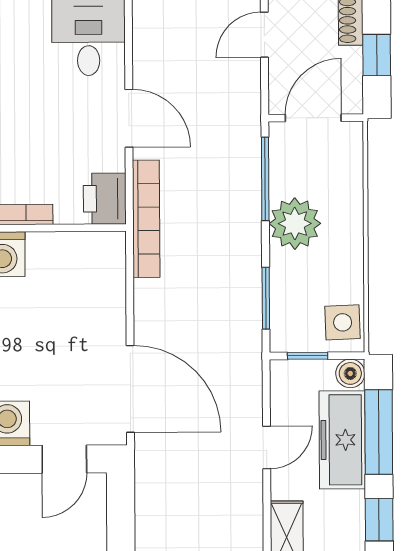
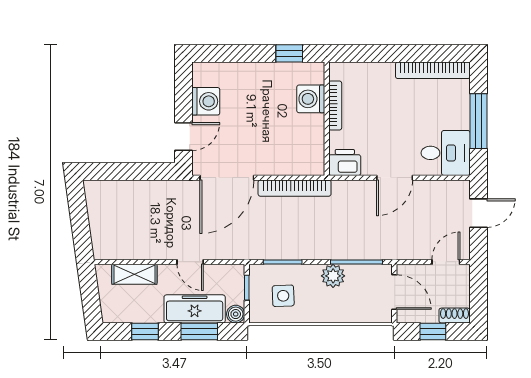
door: (264, 35) -> (446, 262), hinge flipped
bookcase: (146, 219) -> (295, 188), moved
plant: (295, 224) -> (333, 276), width x0.73, depth x0.73
side table: (343, 322) -> (283, 296), moved
window: (379, 432) -> (199, 331), width x0.69
door: (64, 459) -> (184, 137), swing flipped

